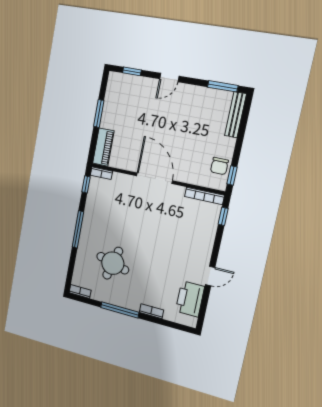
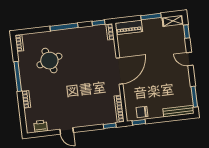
shelving: (113, 86) -> (173, 21), added
round table: (113, 263) -> (49, 61), turned -33
printer: (190, 299) -> (41, 126), width x0.53, depth x0.68

